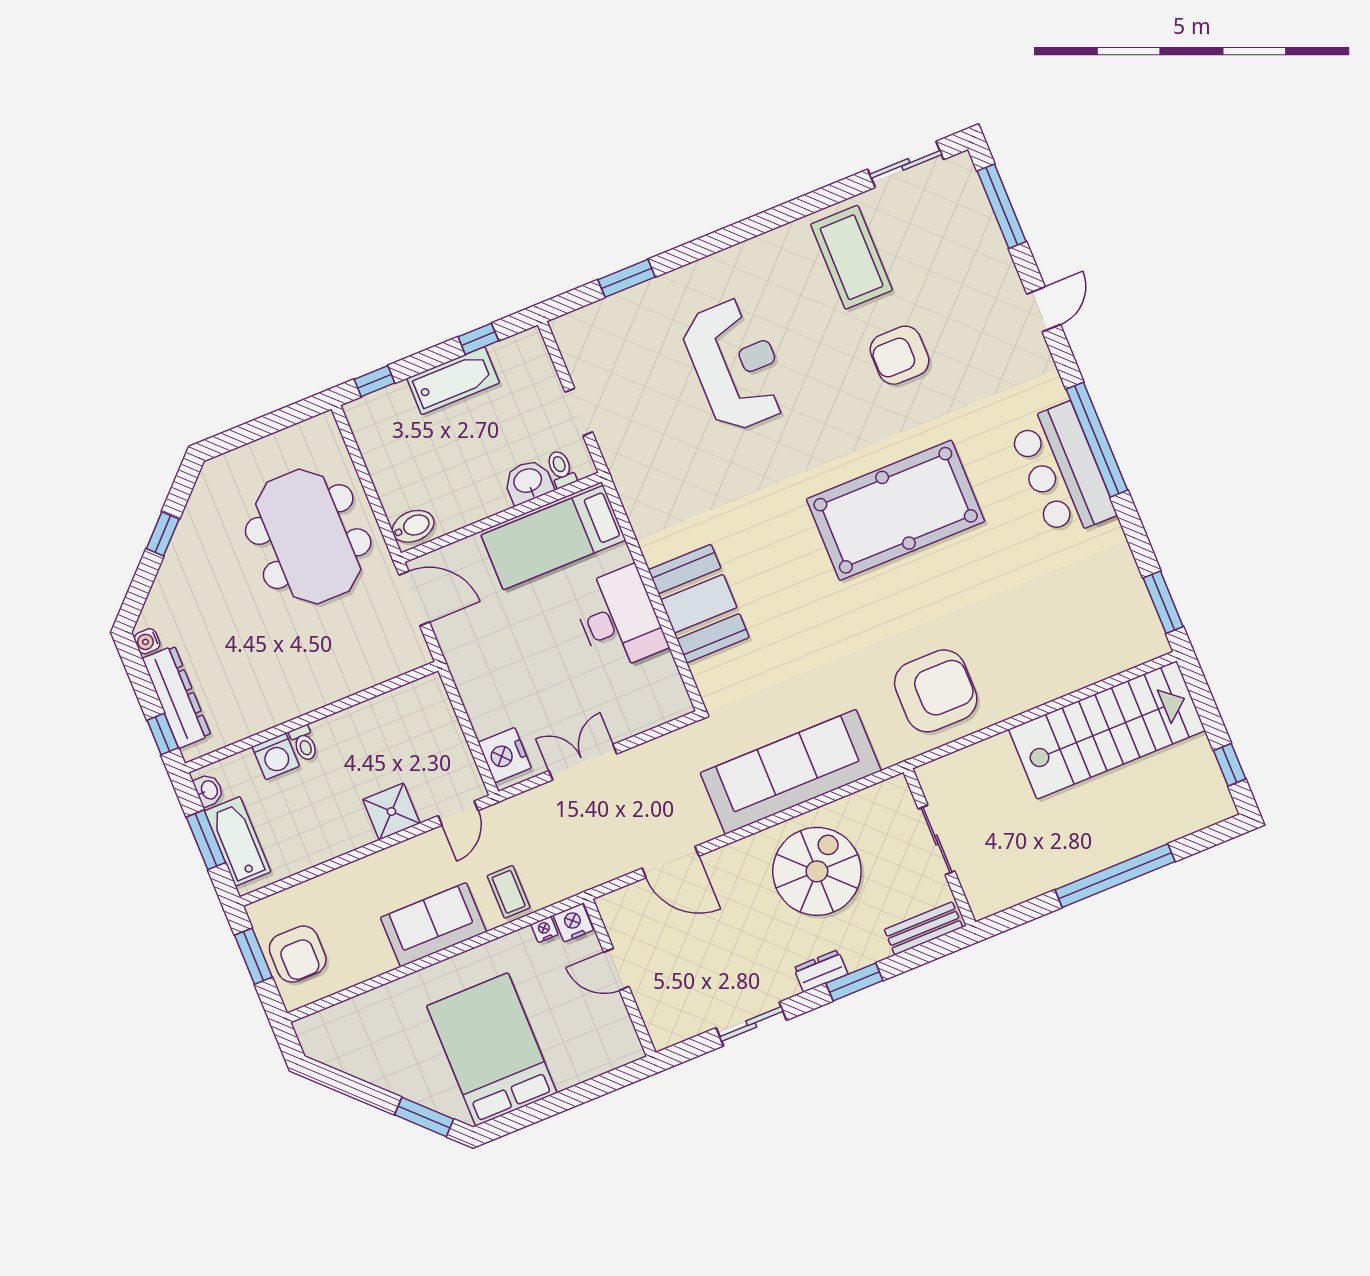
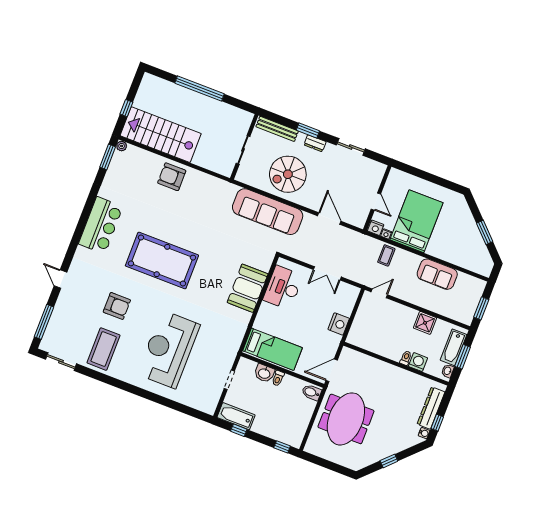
window: (627, 278) -> (177, 406), removed
door: (1044, 309) -> (61, 279), hinge flipped
reception desk: (736, 365) -> (169, 349), width x1.36, depth x1.30
bathtub: (453, 381) -> (236, 416), moved
window: (1097, 440) -> (81, 225), removed
toilet: (561, 469) -> (278, 378), moved
door: (414, 599) -> (332, 370), hinge flipped
desk: (619, 619) -> (283, 288), moved
plant: (1157, 645) -> (122, 146), added
armchair: (936, 691) -> (172, 177), moved, width x0.73, depth x0.73
window: (163, 734) -> (437, 423), moved
nightstand: (505, 755) -> (339, 324), moved
window: (1230, 765) -> (126, 108), moved
shower: (391, 811) -> (425, 323), moved
sofa: (433, 925) -> (437, 274), moved
bench: (923, 928) -> (277, 129), width x1.36
armchair: (298, 954) -> (467, 296), removed
bed: (492, 1049) -> (416, 221), moved, turned 180
window: (424, 1117) -> (485, 232), moved

